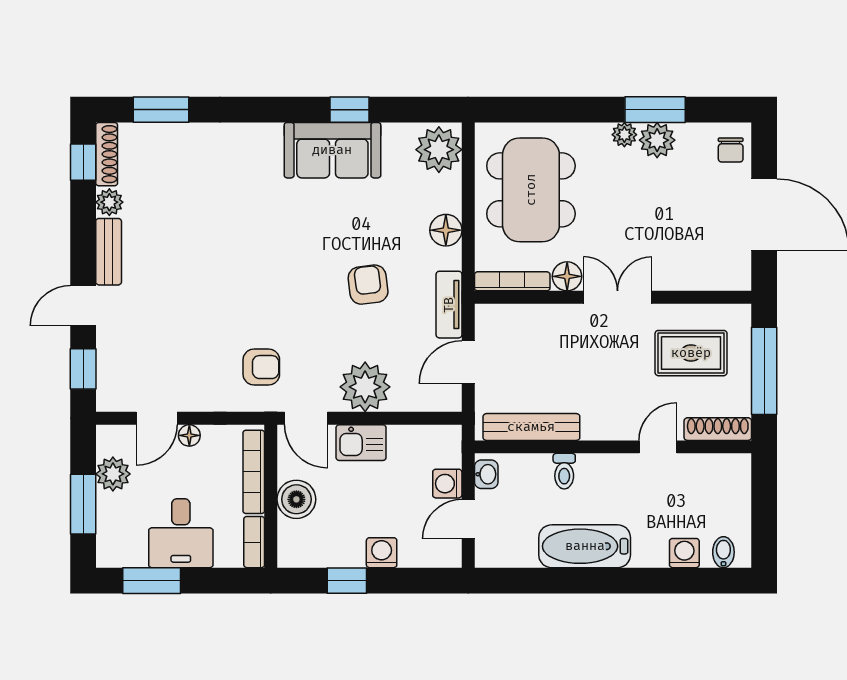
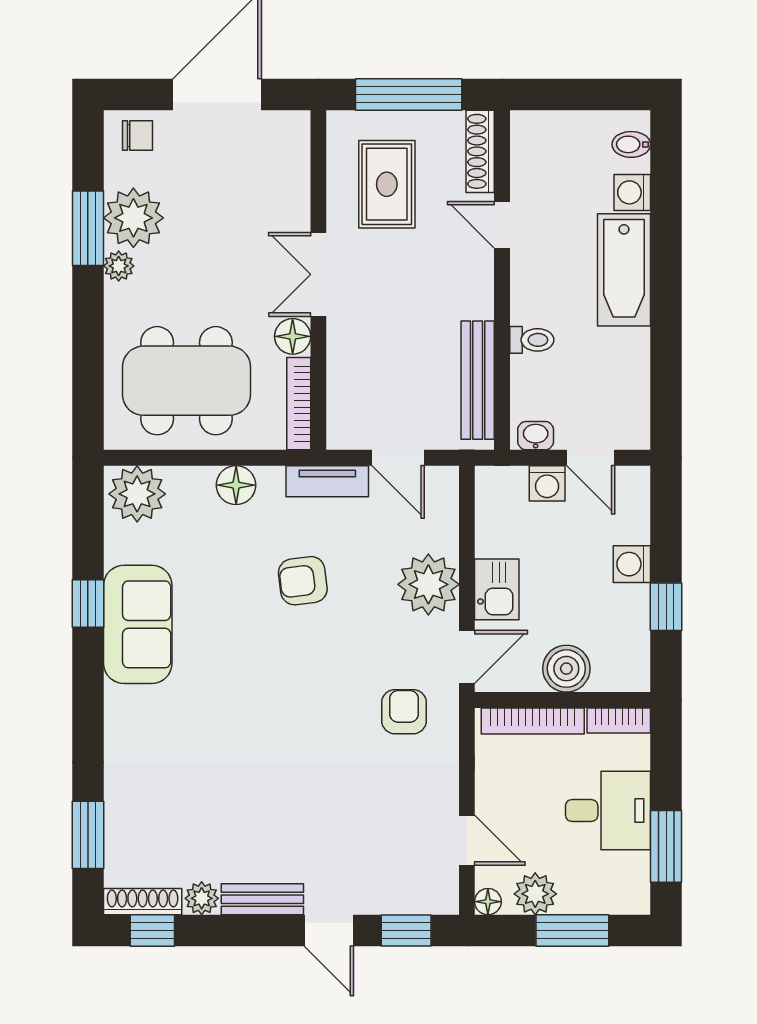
plant: (657, 140) -> (133, 218), width x1.36, depth x1.36
floor lamp: (189, 435) -> (488, 902), moved
bathtub: (585, 546) -> (624, 270), moved

